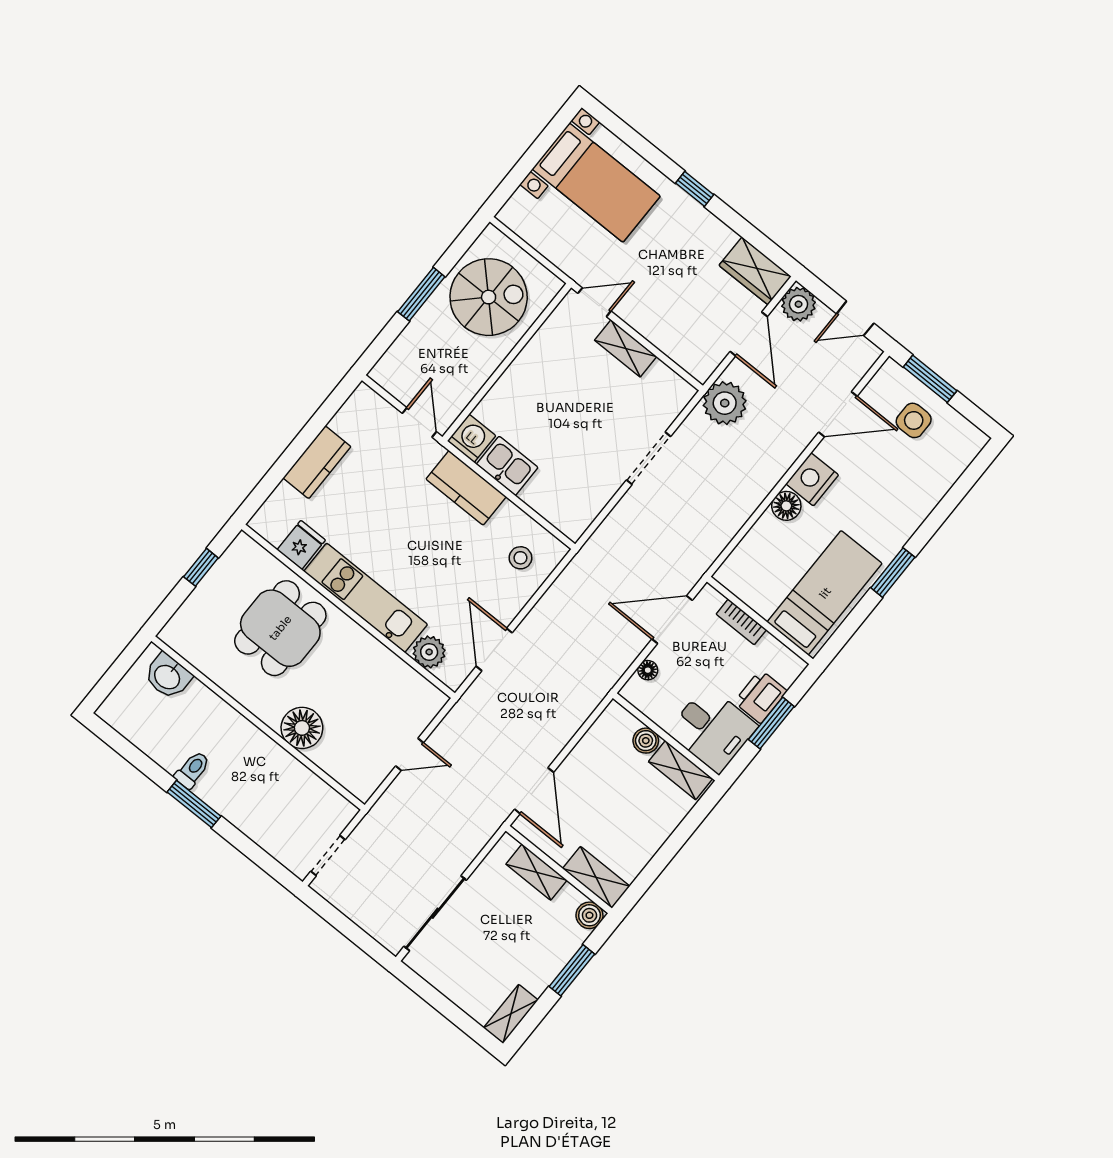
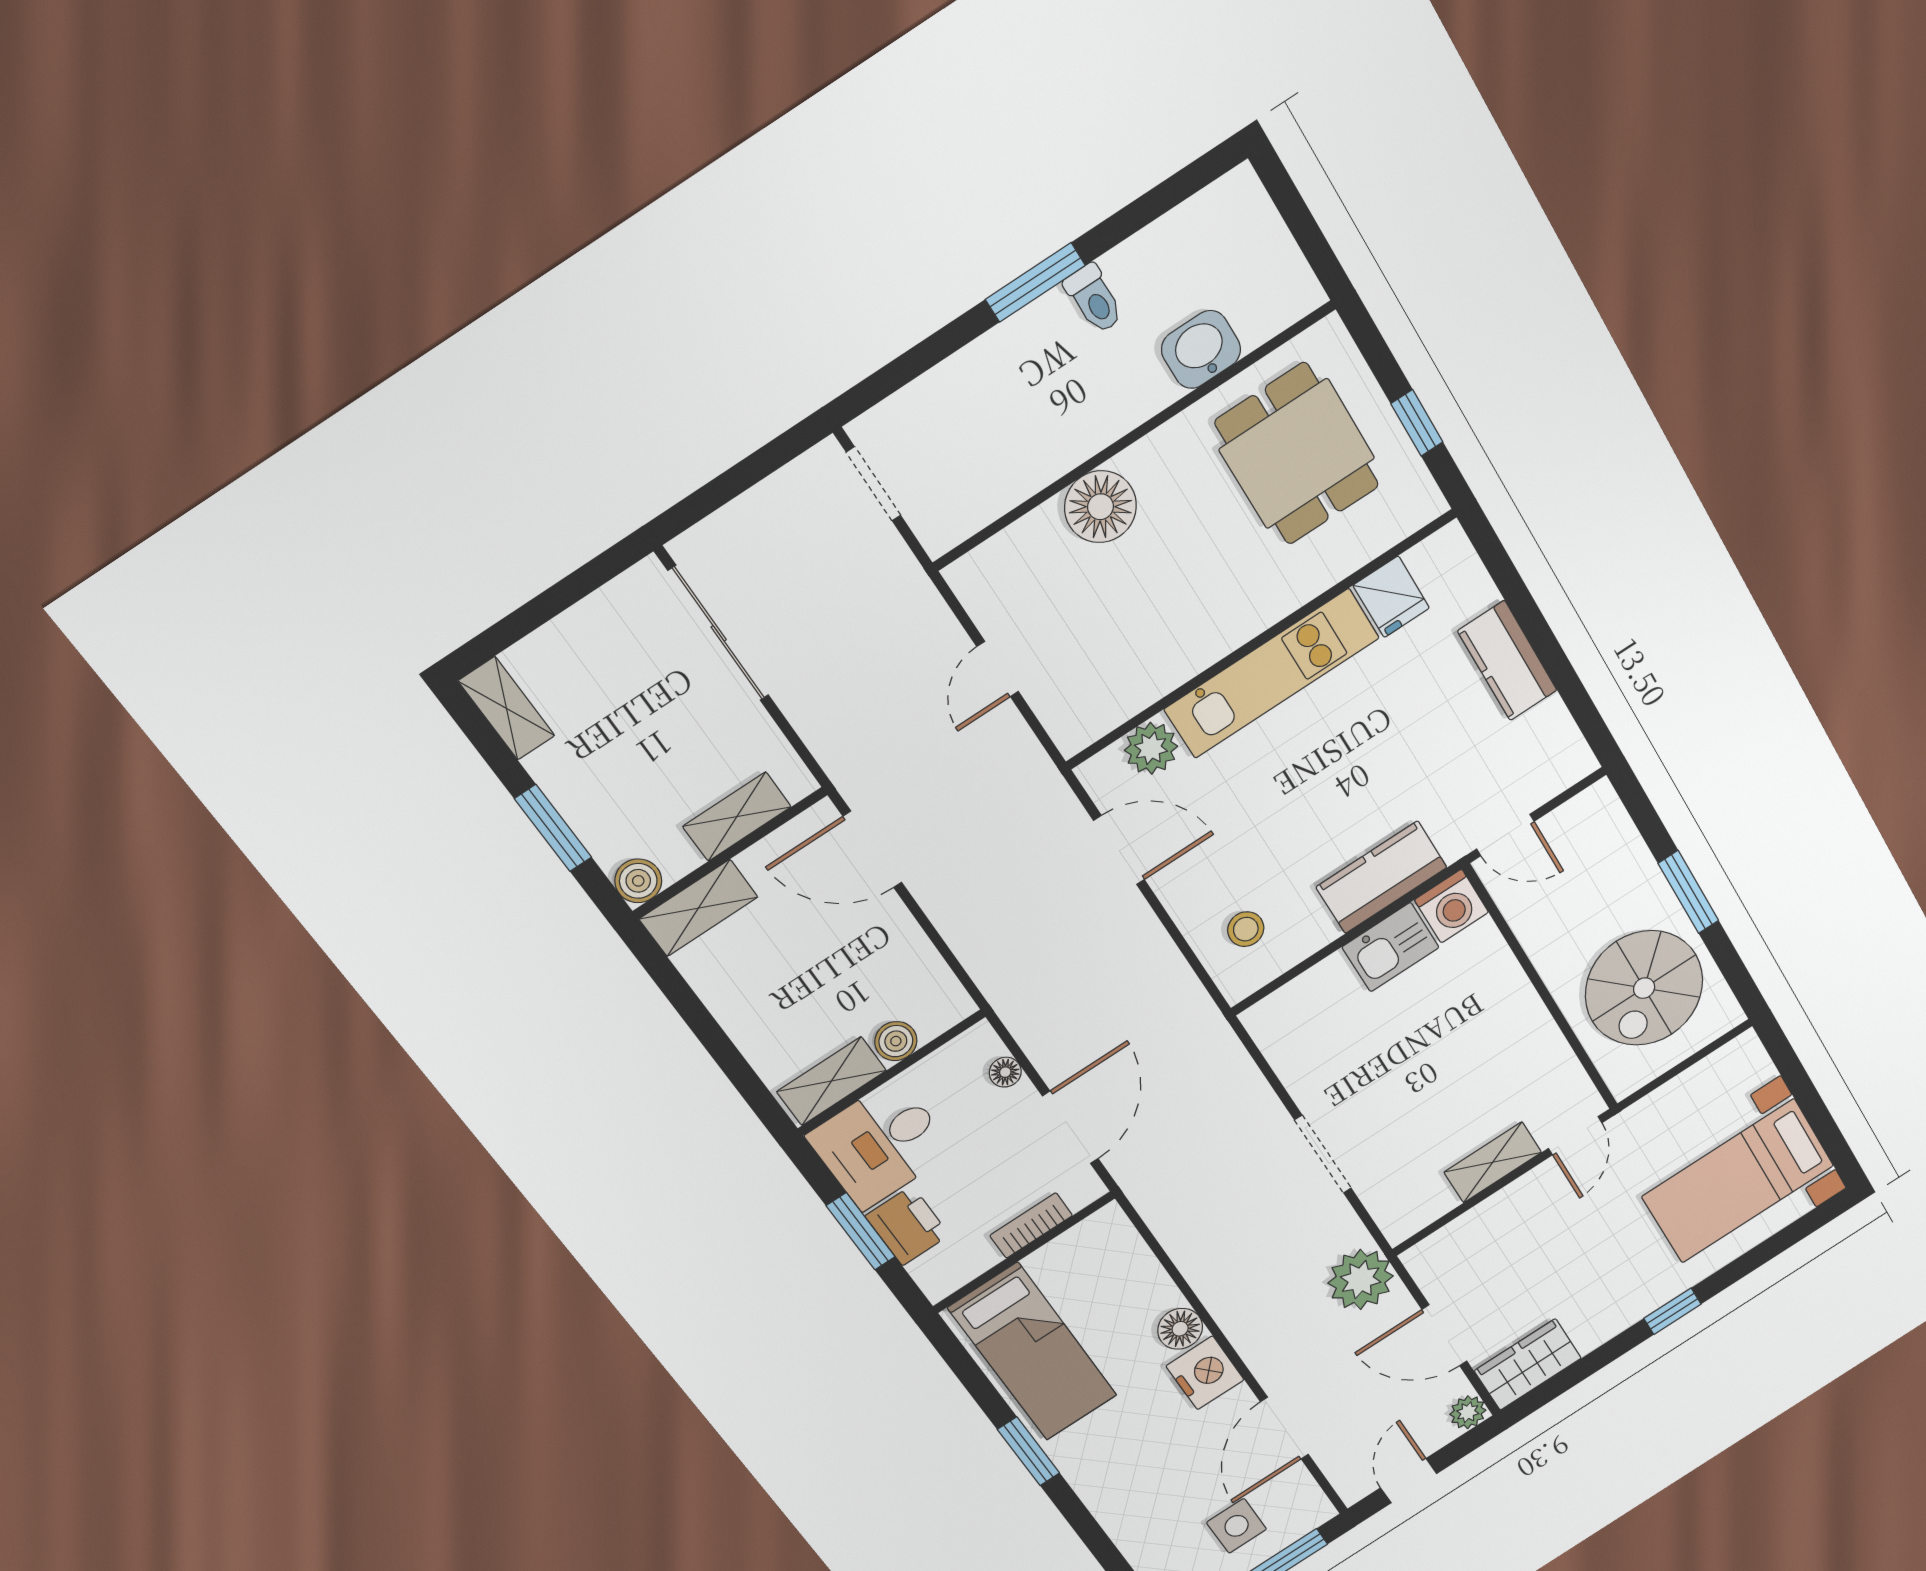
plant: (799, 304) -> (1468, 1412), width x0.73, depth x0.73
dining table: (280, 628) -> (1297, 454), moved
washbasin: (168, 676) -> (1201, 349), moved

